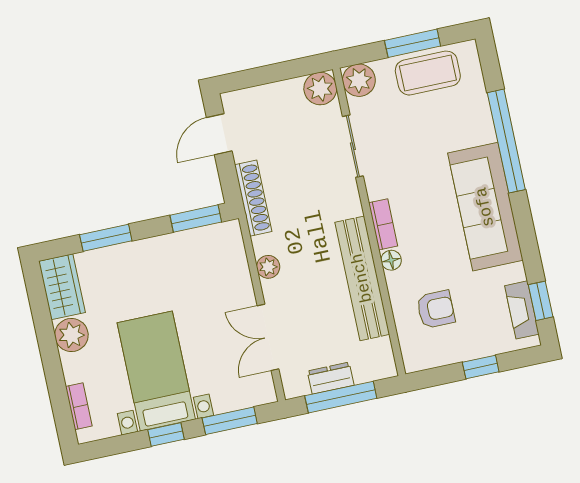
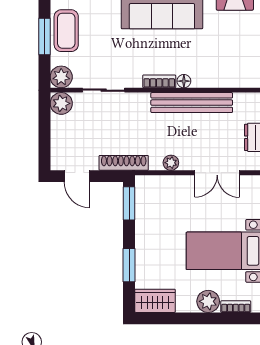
armchair: (436, 309) -> (222, 59), removed
plant: (71, 335) -> (208, 301), moved

